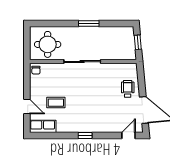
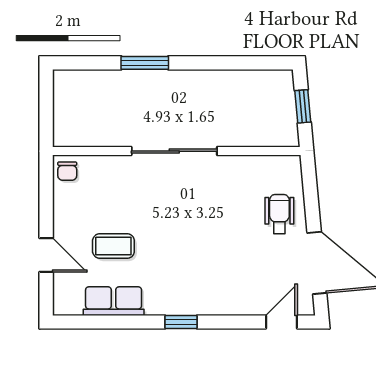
window: (89, 23) -> (145, 63), moved
round table: (48, 44) -> (94, 111), removed
row of seats: (43, 126) -> (114, 301), moved

